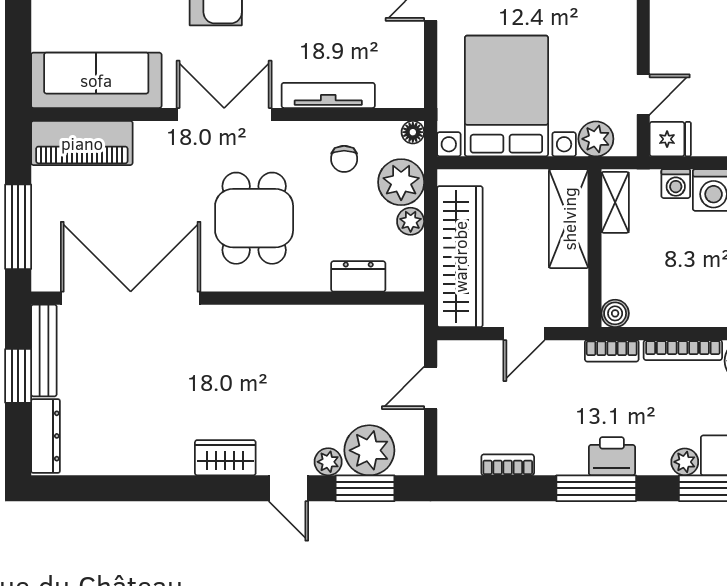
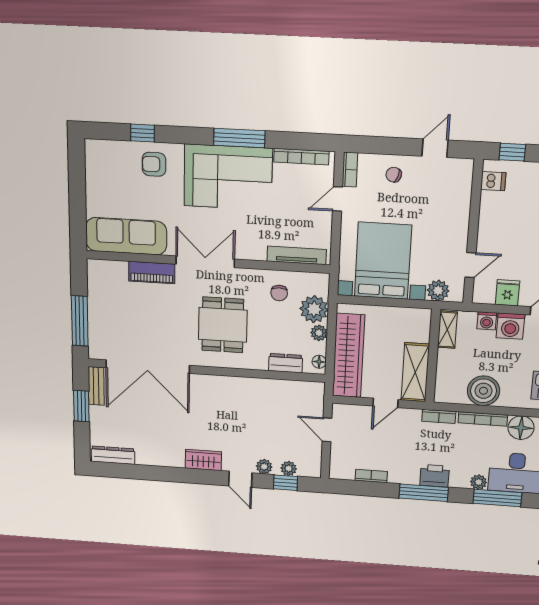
tv unit: (328, 95) -> (297, 255), moved
floor lamp: (413, 132) -> (319, 362), moved
fridge: (670, 139) -> (507, 293), moved, turned -90
piano: (82, 143) -> (152, 272), moved, width x0.73, depth x0.75
shelving: (569, 219) -> (415, 372), moved
double door: (131, 298) -> (148, 367), swing flipped
boiler: (615, 313) -> (483, 391), moved, width x1.86, depth x1.86
bench: (44, 351) -> (96, 386), width x0.73
door: (431, 388) -> (327, 430), hinge flipped
dresser: (45, 436) -> (113, 455), moved, turned -90
plant: (369, 450) -> (289, 468), width x0.53, depth x0.53
window: (365, 488) -> (286, 483), width x0.67

